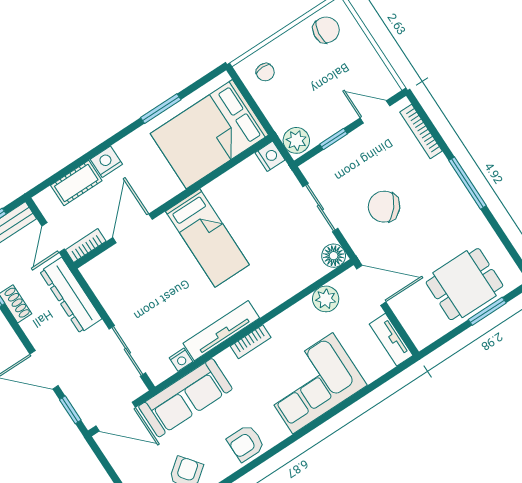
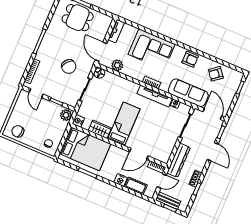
wardrobe: (228, 186) -> (100, 129), added

